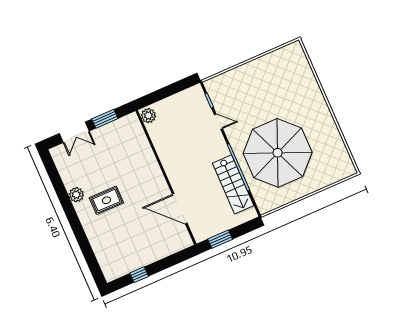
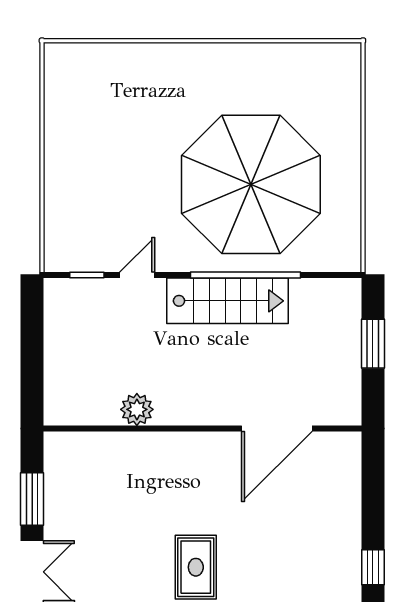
plant: (148, 116) -> (137, 409), moved
stairs: (233, 184) -> (228, 301), moved
window: (220, 239) -> (373, 344), moved

